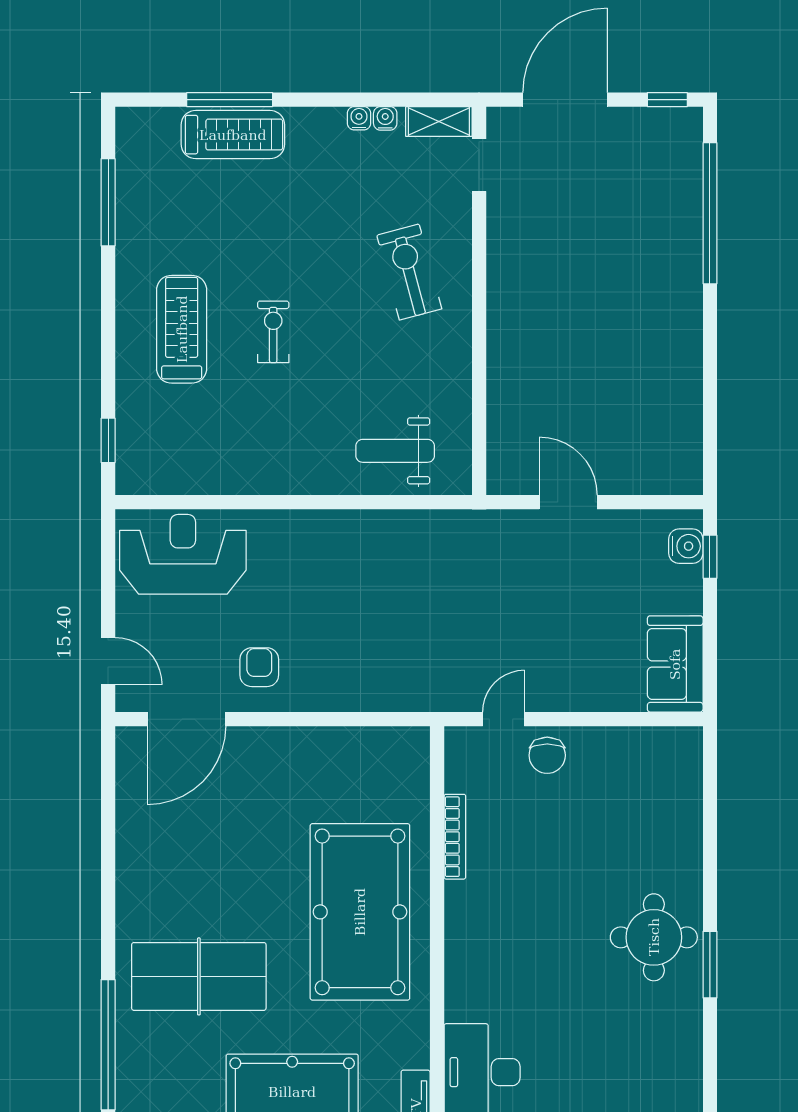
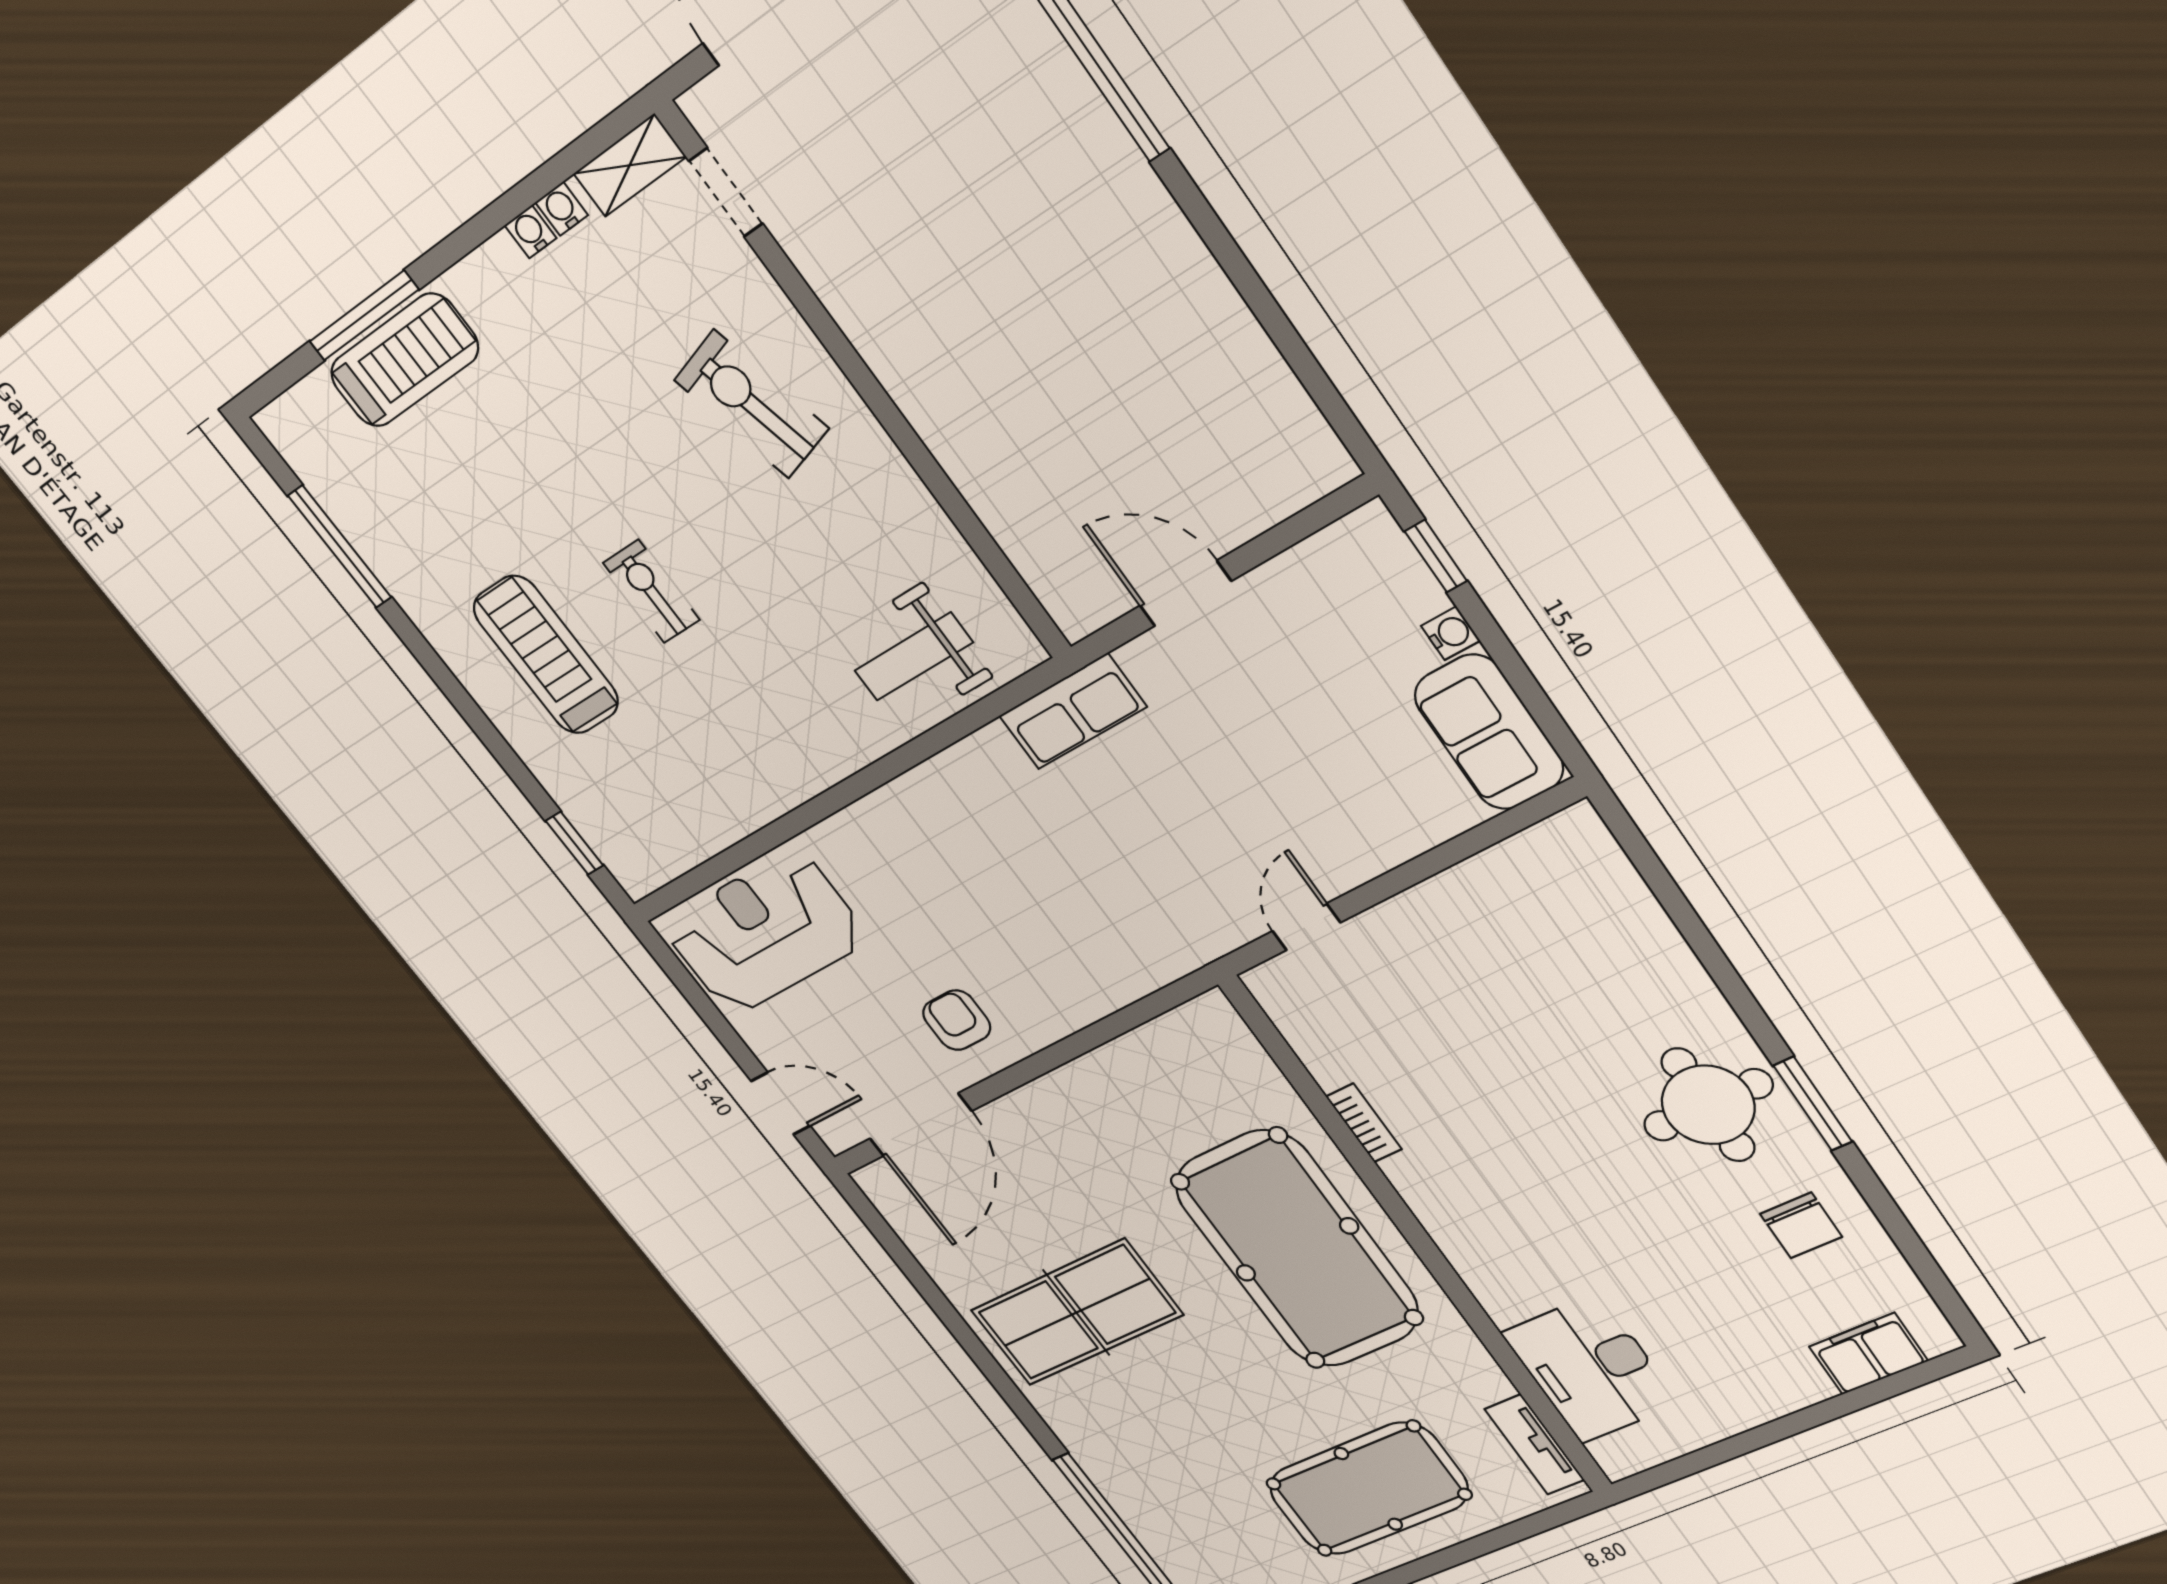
row of seats: (461, 529) -> (1073, 711), added
water cooler: (686, 546) -> (1451, 633), moved, width x0.72, depth x0.72
chair: (547, 755) -> (1801, 1225), moved
bookcase: (455, 837) -> (1364, 1123), width x0.64
table tennis table: (199, 976) -> (1076, 1313), moved

